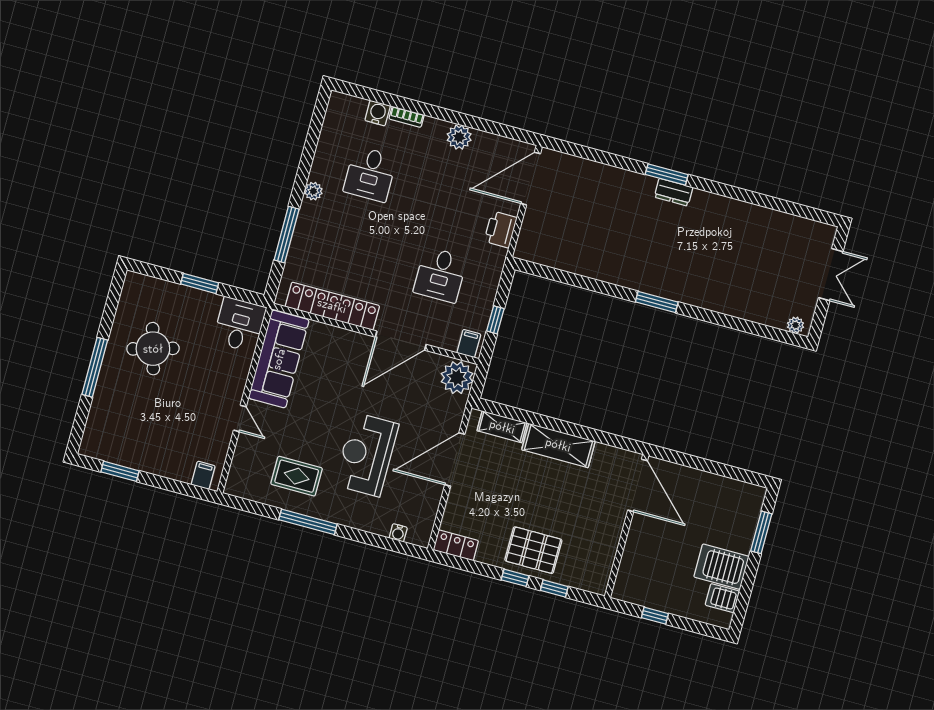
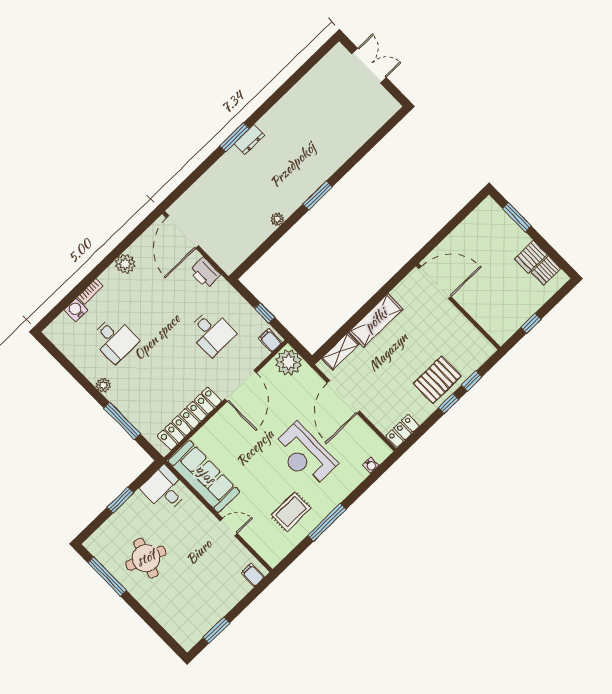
plant: (796, 325) -> (277, 219), moved
round table: (153, 349) -> (146, 558), turned 36
window: (95, 367) -> (107, 576), moved
server rack: (721, 567) -> (531, 257), width x0.73, depth x0.70

